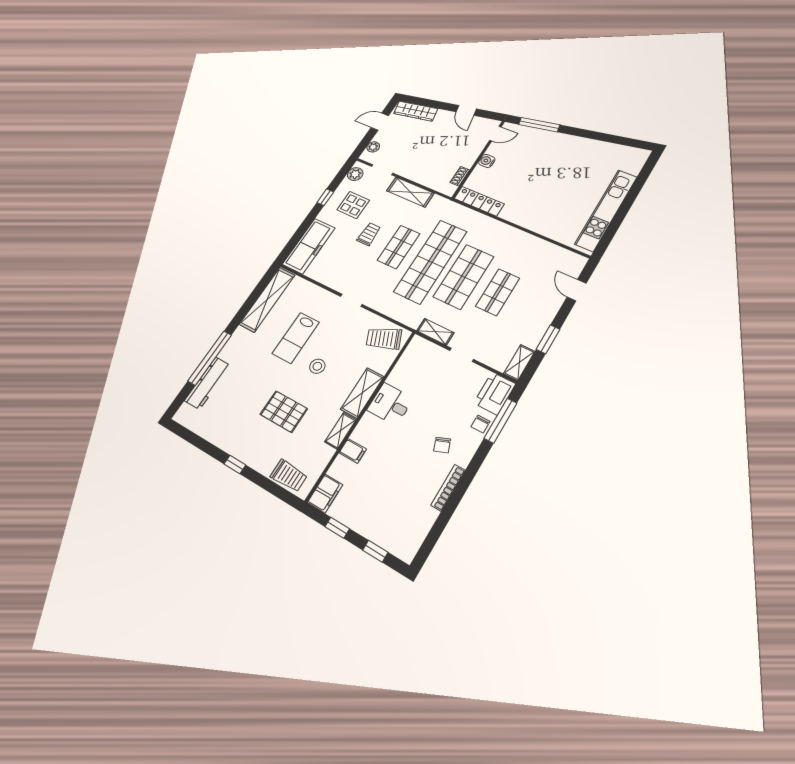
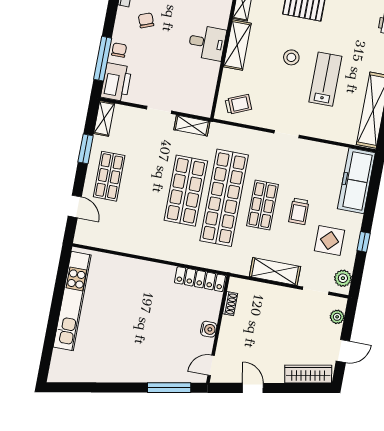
shop shelf: (498, 292) -> (109, 176), moved
trolley: (384, 338) -> (238, 104), width x0.73, depth x0.72

